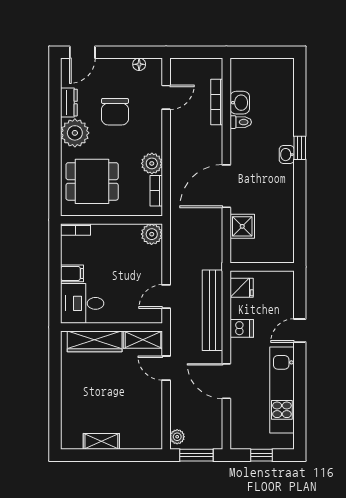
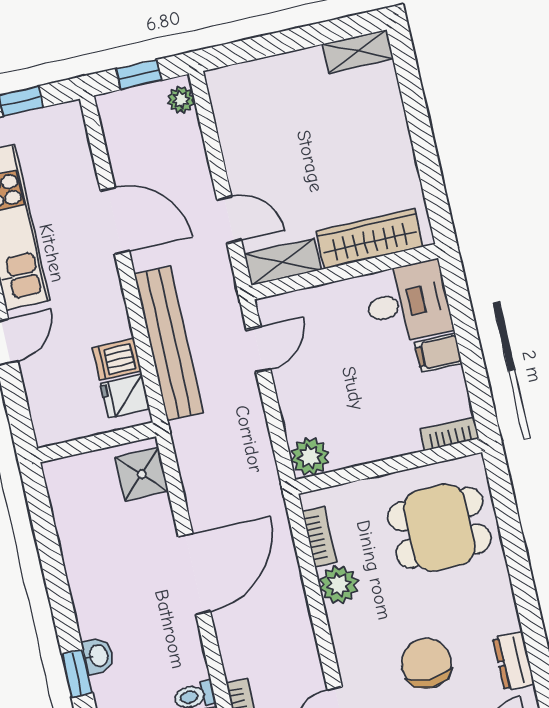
plant: (75, 133) -> (490, 609), removed
shower: (242, 226) -> (142, 474), moved
dishwasher: (242, 328) -> (117, 360), moved
shelving: (101, 441) -> (358, 51), moved
window: (196, 455) -> (139, 75), width x0.67

